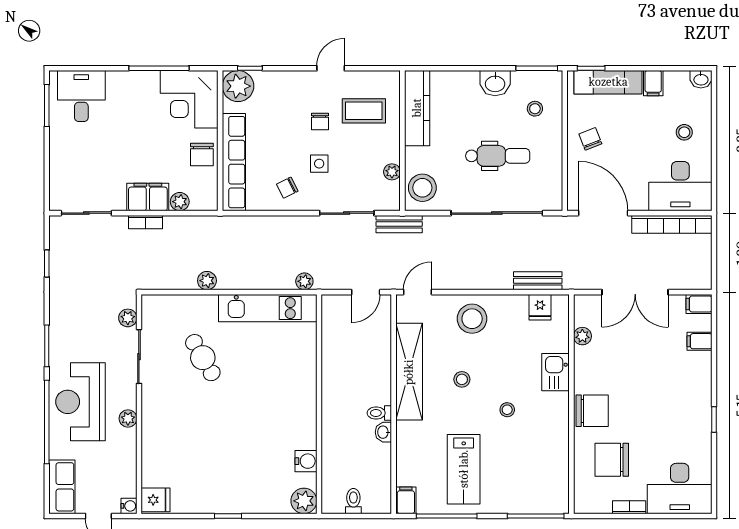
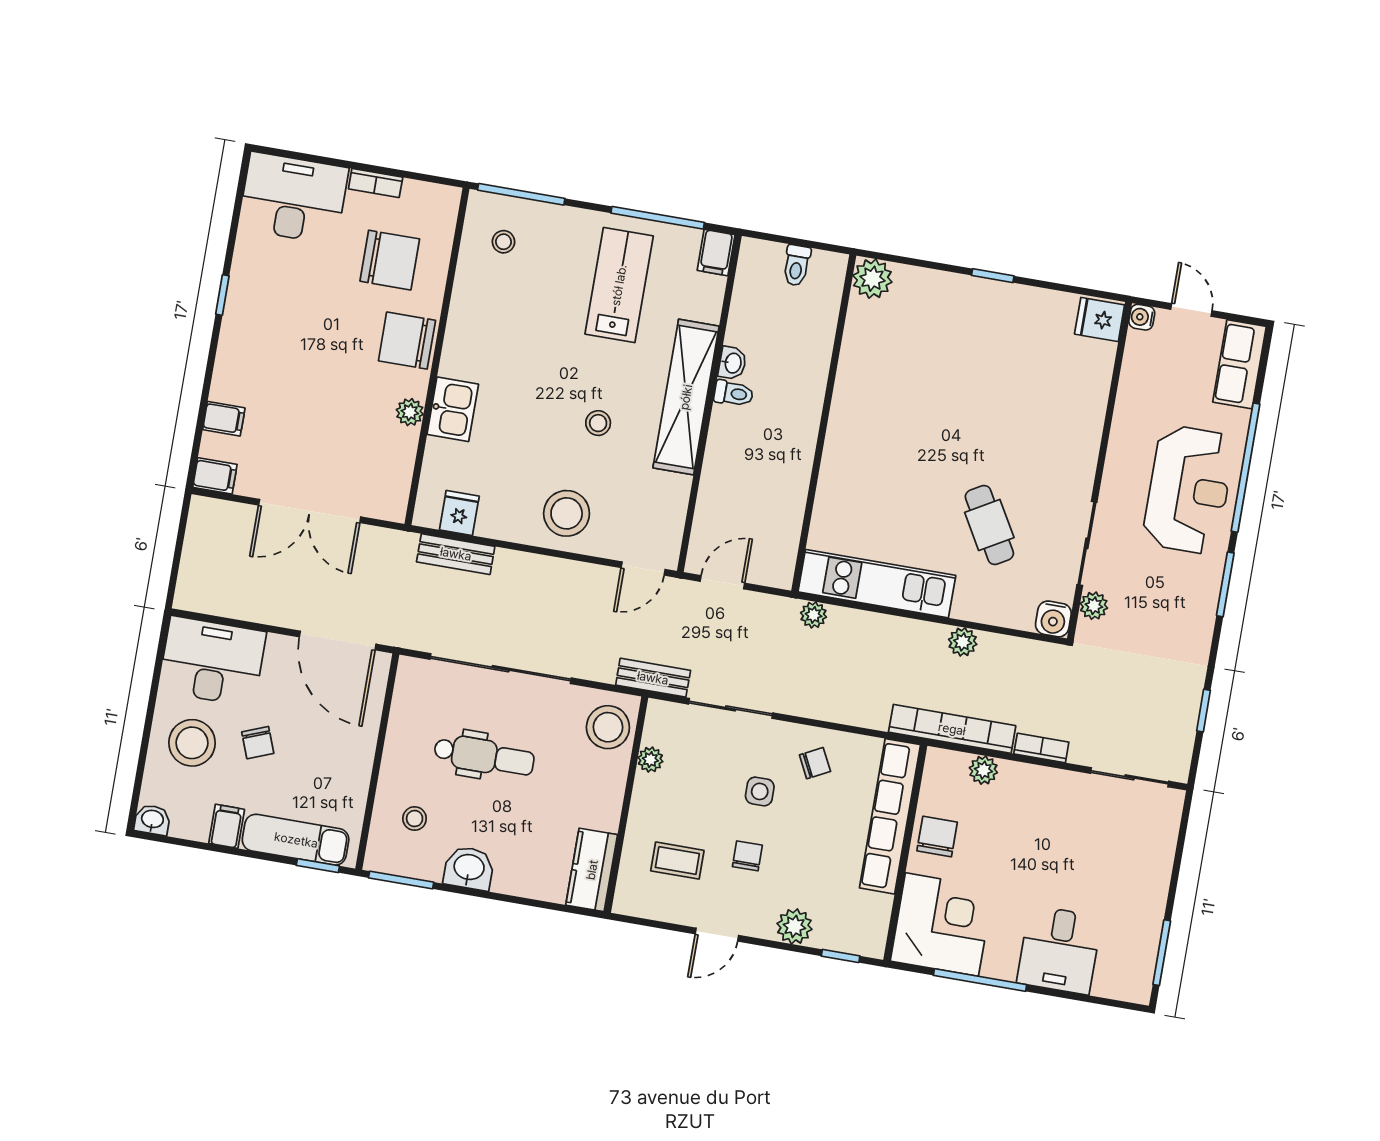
plant: (238, 86) -> (794, 926), moved, width x0.73, depth x0.73
desk: (81, 96) -> (1059, 950), moved
kitchen counter: (417, 108) -> (592, 870), width x0.67
coffee table: (364, 111) -> (677, 861), width x0.73, depth x0.77
stool: (684, 132) -> (192, 743), width x1.89, depth x1.89
chair: (590, 139) -> (258, 743), moved
dental chair: (498, 156) -> (484, 756), turned 180
filing cabinet: (148, 197) -> (1031, 786), removed
bookcase: (672, 224) -> (952, 729), moved
double door: (635, 292) -> (310, 511), swing flipped
plant: (582, 336) -> (410, 412), moved
shelving: (409, 372) -> (686, 397), moved
stool: (507, 410) -> (503, 242), moved
plant: (128, 418) -> (1120, 452), removed
water cooler: (306, 461) -> (1053, 619), moved, turned -90

